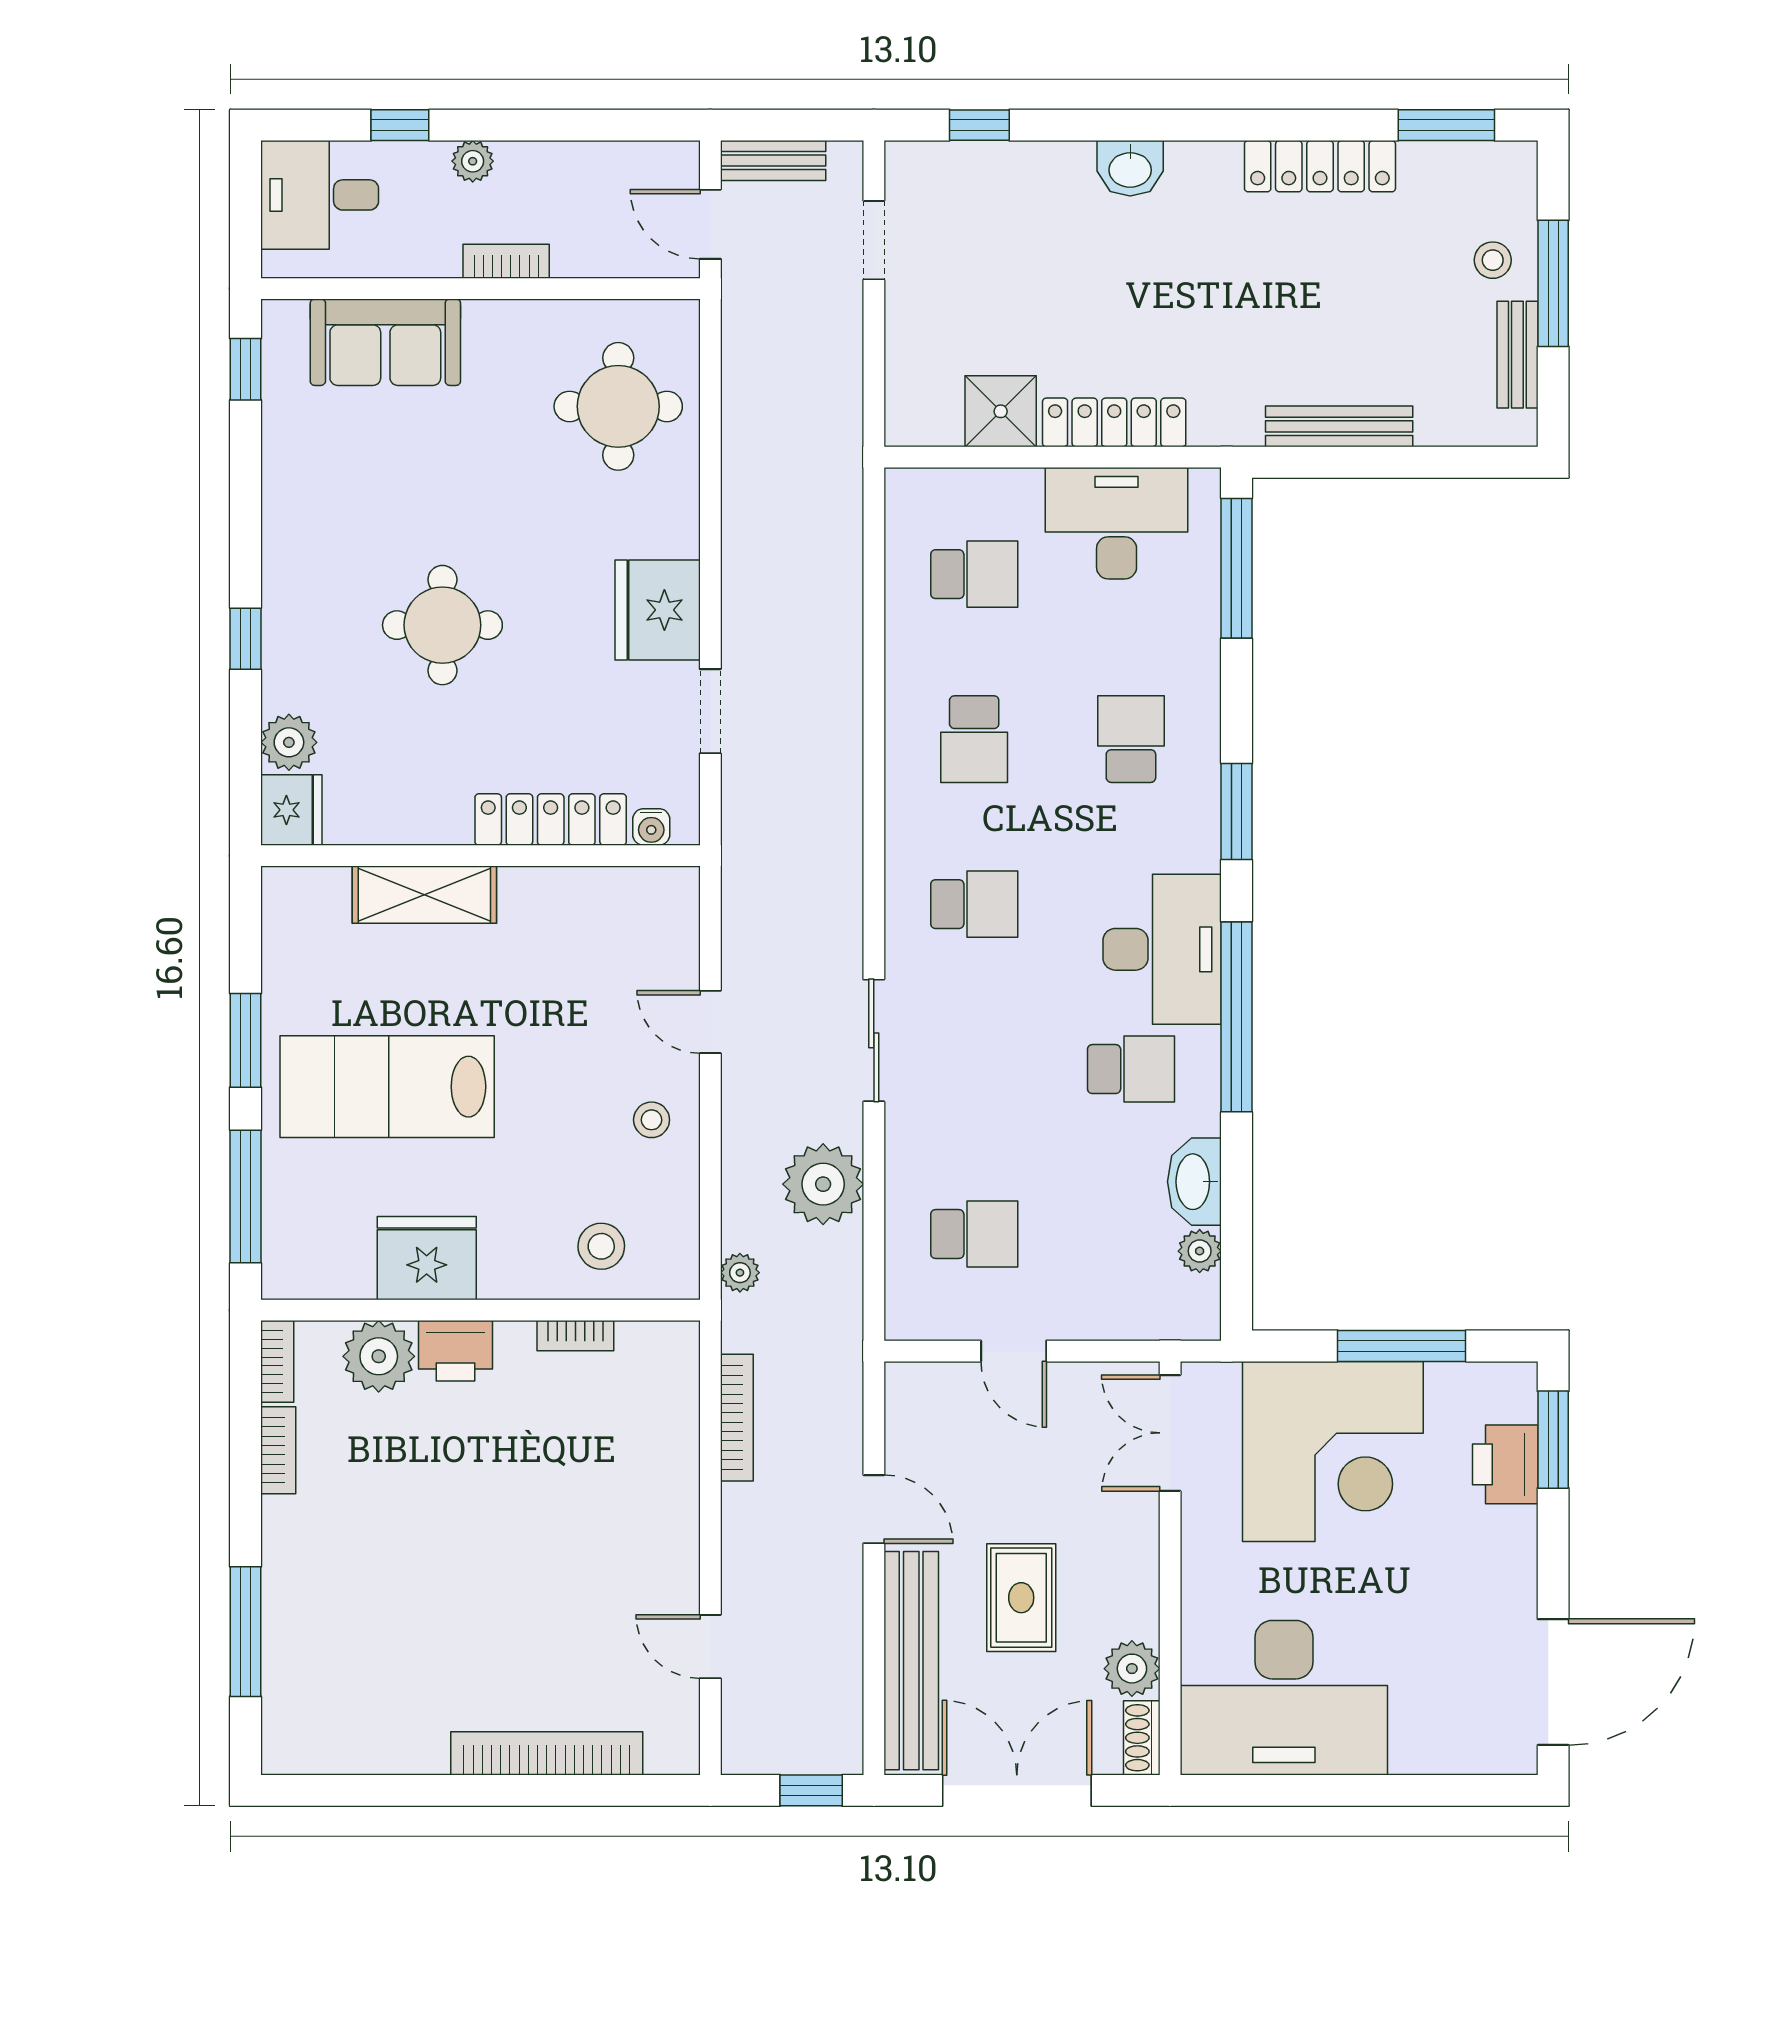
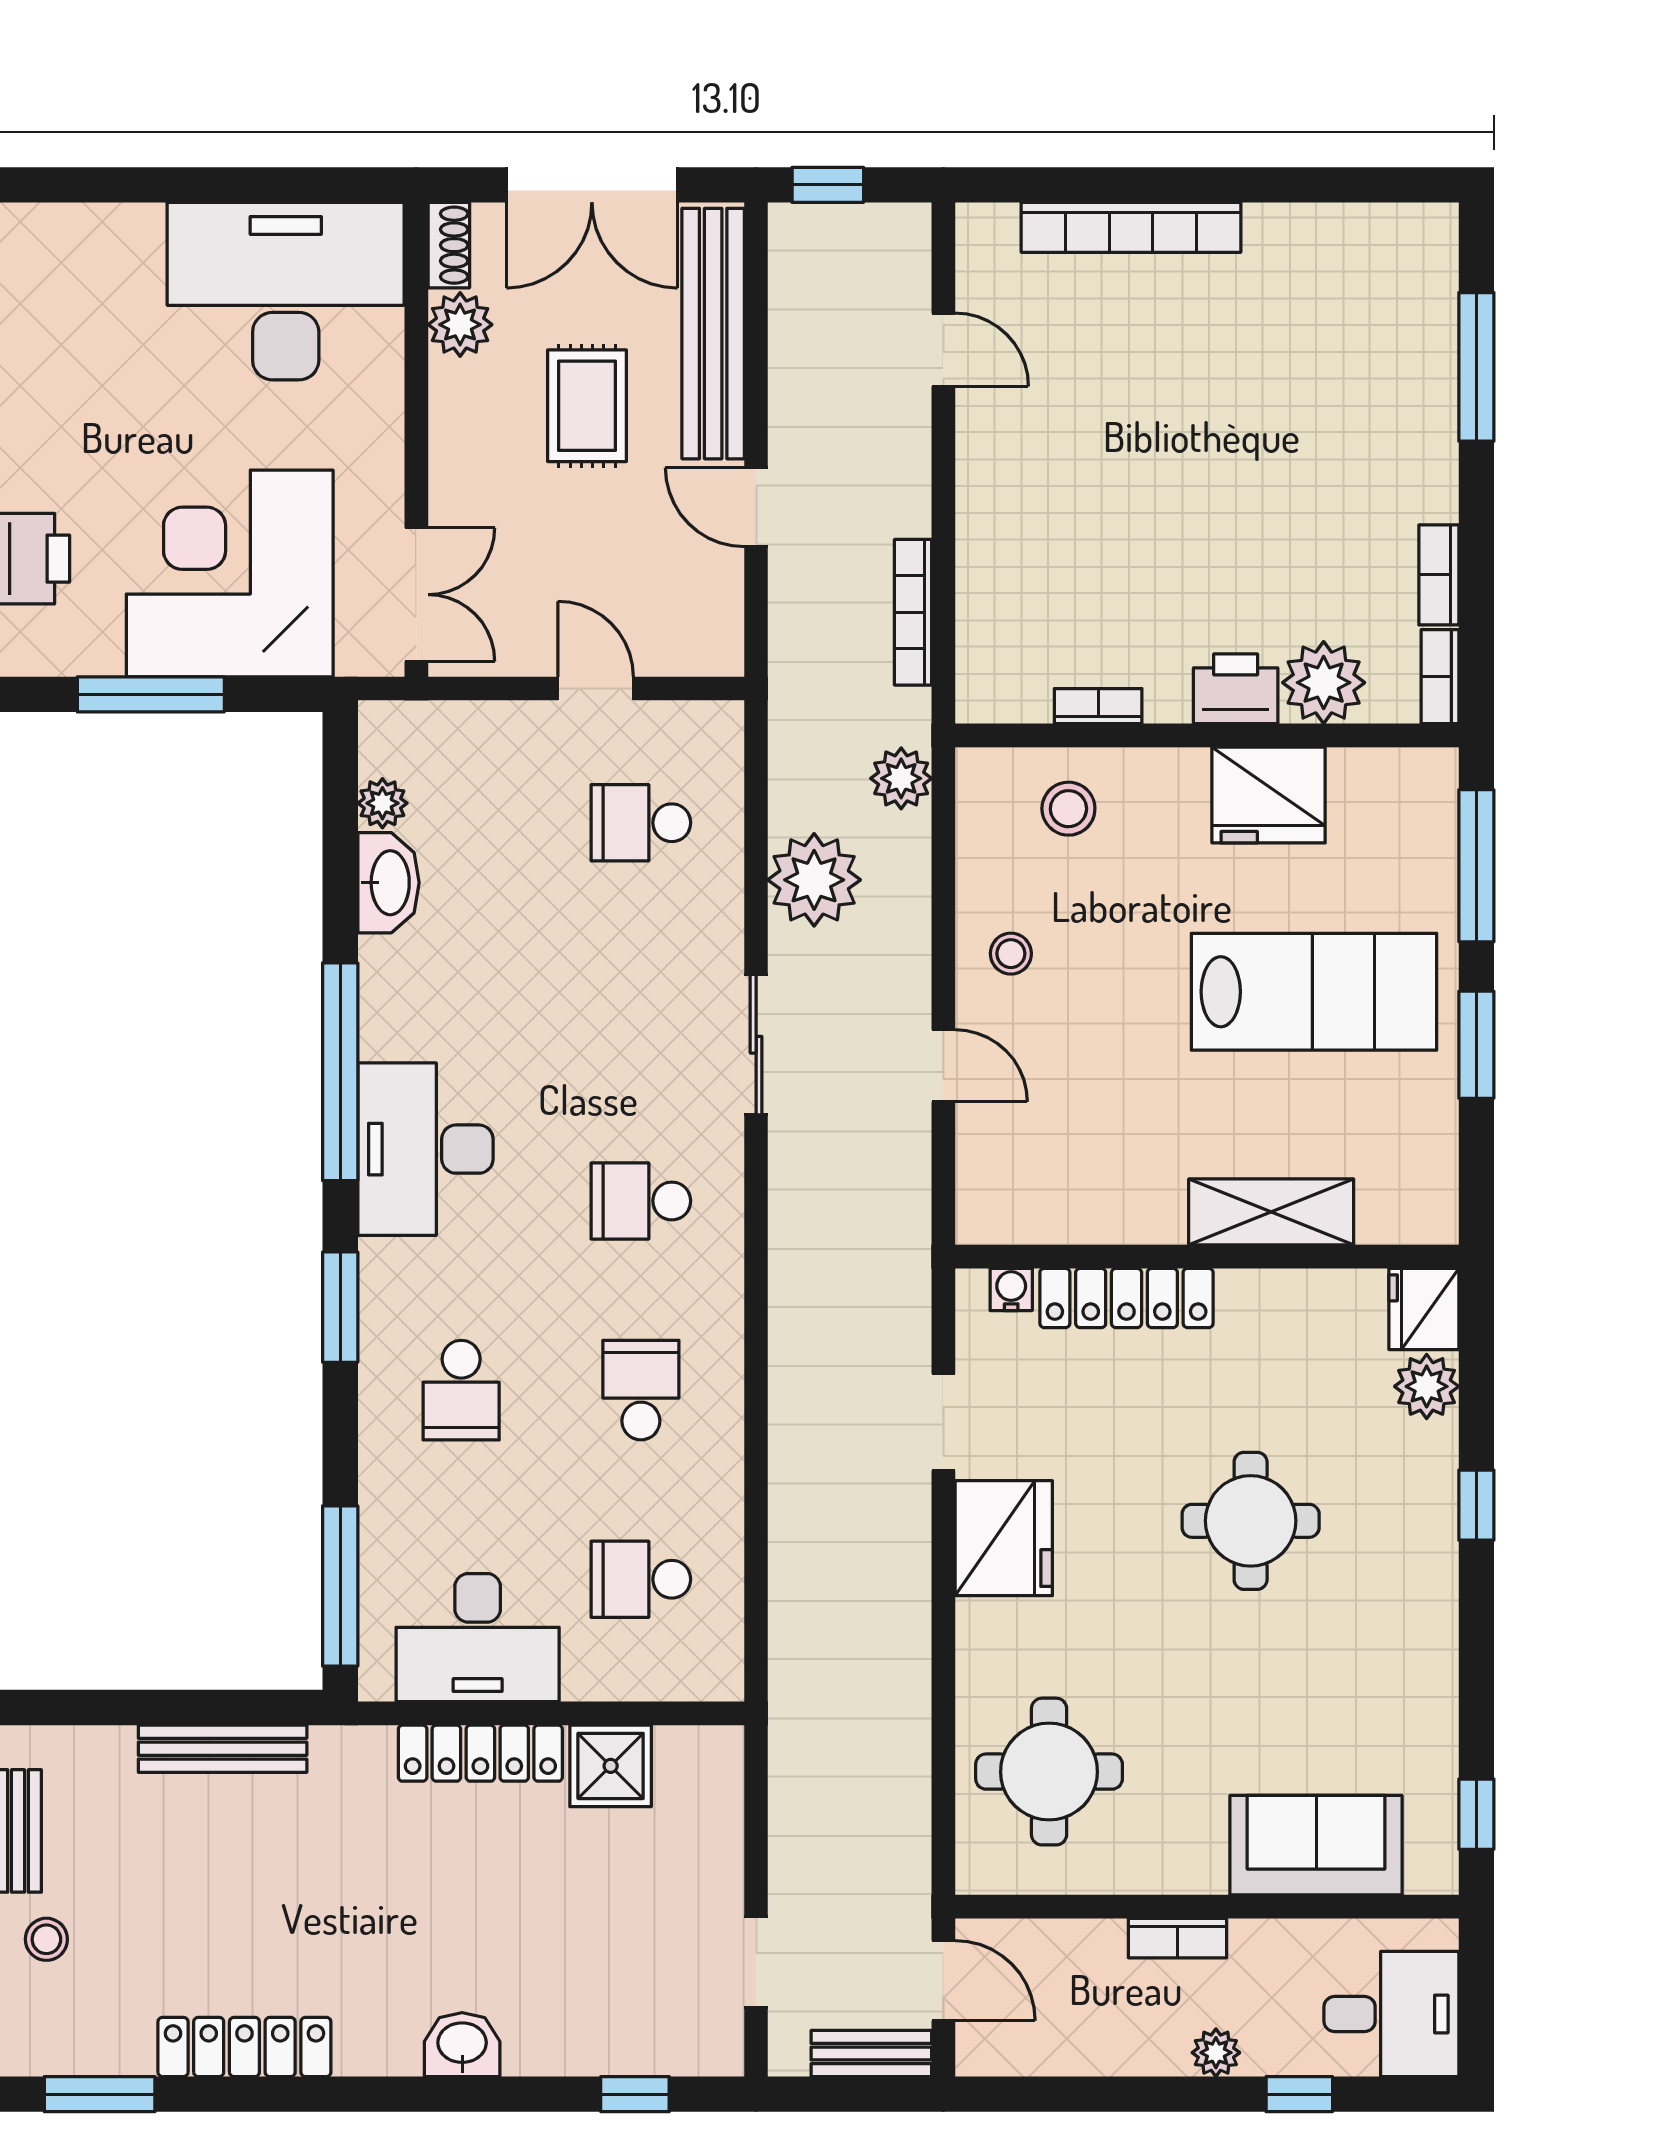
school desk: (1131, 1069) -> (461, 1012), removed
plant: (740, 1273) -> (901, 778), width x1.38, depth x1.38

